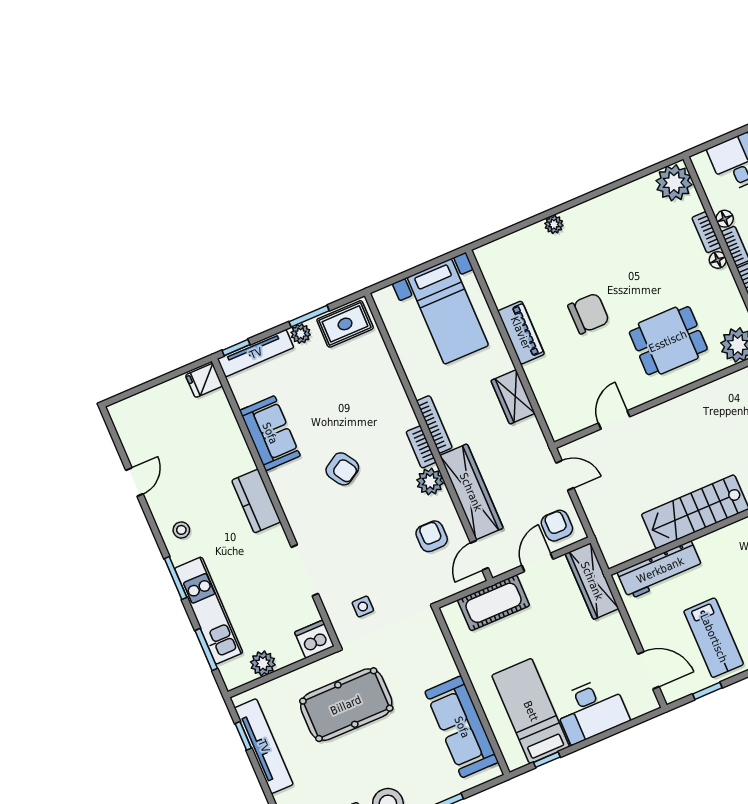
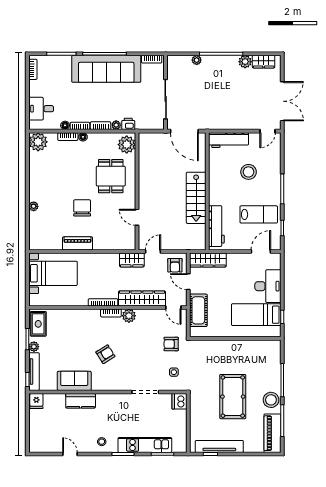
wardrobe: (513, 397) -> (132, 260), moved
kitchen counter: (256, 501) -> (81, 401), moved
armchair: (557, 526) -> (175, 265), turned -90
armchair: (432, 536) -> (171, 344), moved
plant: (263, 663) -> (180, 430), removed
pool table: (346, 705) -> (233, 397), moved
sofa: (462, 727) -> (250, 350), removed

